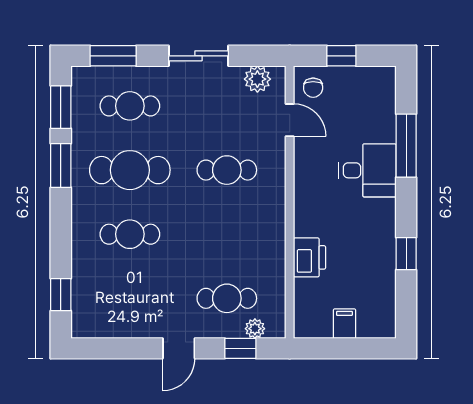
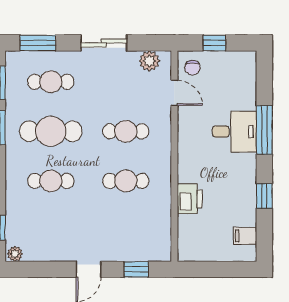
window: (406, 146) -> (264, 130), moved
cafe table: (227, 298) -> (126, 181), moved
filing cabinet: (344, 324) -> (245, 236), moved, turned -90
plant: (255, 329) -> (15, 254), moved

